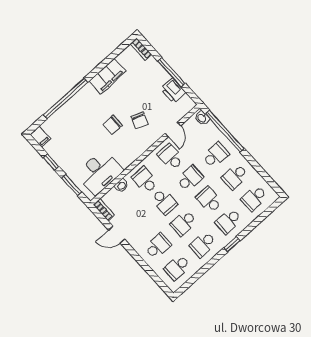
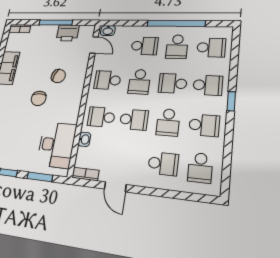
door: (173, 130) -> (94, 45), moved
window: (225, 131) -> (176, 23), moved
school desk: (215, 155) -> (145, 46), turned 90
school desk: (190, 178) -> (139, 82), turned 180
school desk: (254, 198) -> (211, 47), turned -90
school desk: (229, 221) -> (208, 85), turned -90
door: (117, 235) -> (115, 187), hinge flipped
school desk: (203, 244) -> (204, 125), turned -90
school desk: (158, 246) -> (163, 164), turned 90

